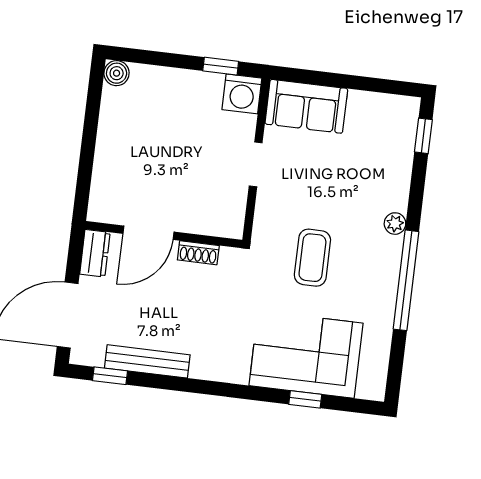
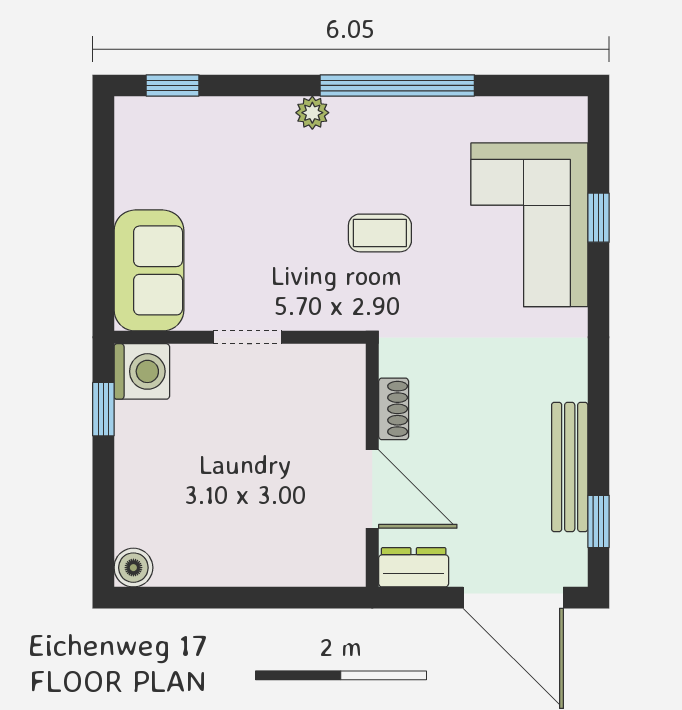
coffee table: (312, 258) -> (380, 233), width x0.73, depth x0.77

